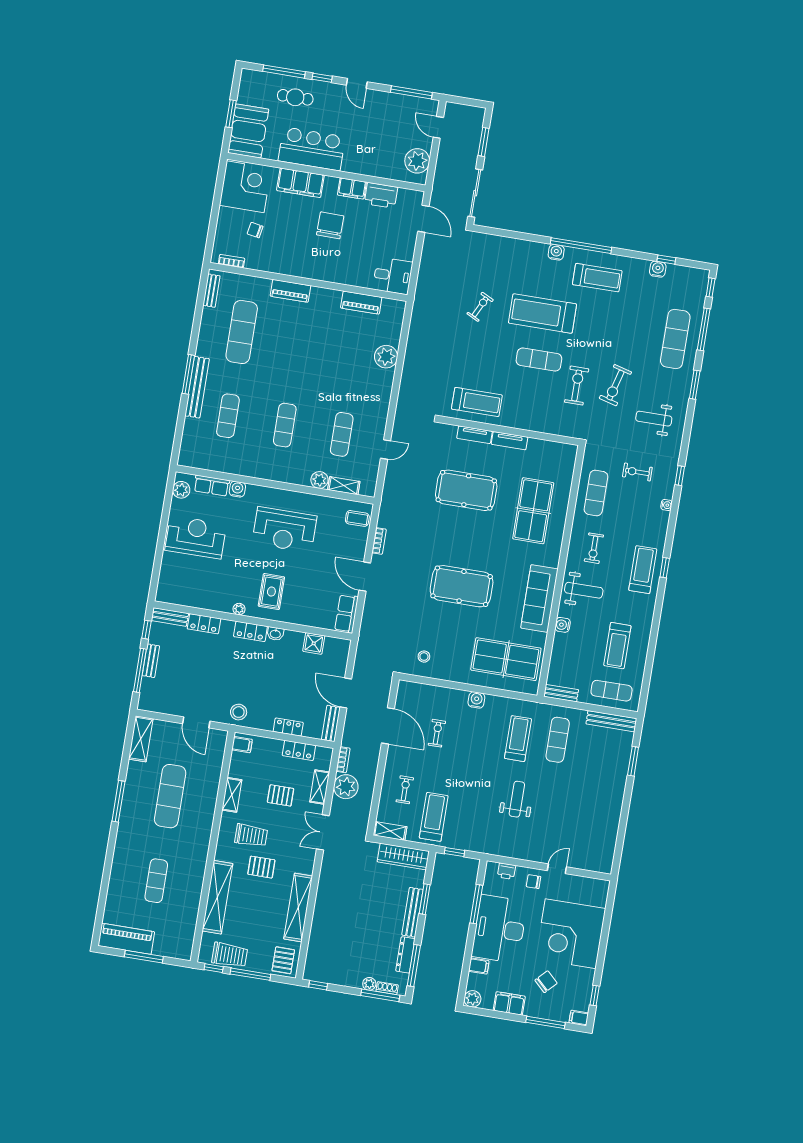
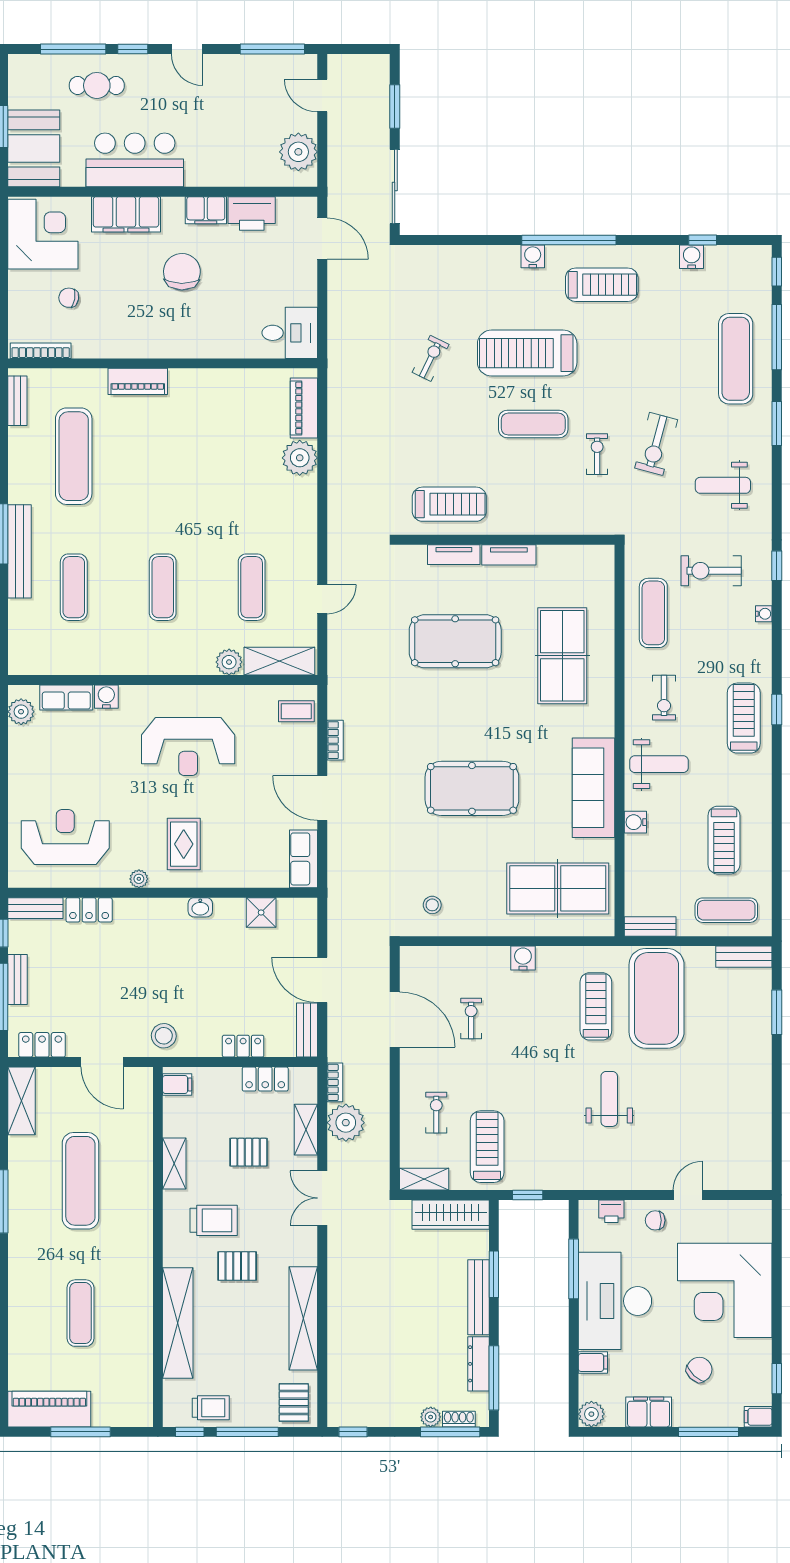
bookcase: (232, 261) -> (41, 351), width x1.56
piano: (361, 303) -> (304, 408), moved, turned 90
exercise bike: (577, 386) -> (597, 454), width x0.73, depth x0.72
exercise bike: (637, 472) -> (711, 571), width x1.38, depth x1.39
shelving: (344, 486) -> (279, 661), width x1.50, depth x1.33
reception desk: (196, 537) -> (65, 837), moved
locker: (250, 631) -> (42, 1045), moved, turned 180
bench: (611, 721) -> (744, 957), width x0.73
exercise mat: (558, 740) -> (657, 998), width x2.00, depth x1.45
trolley: (230, 955) -> (211, 1408), width x0.73, depth x0.72

